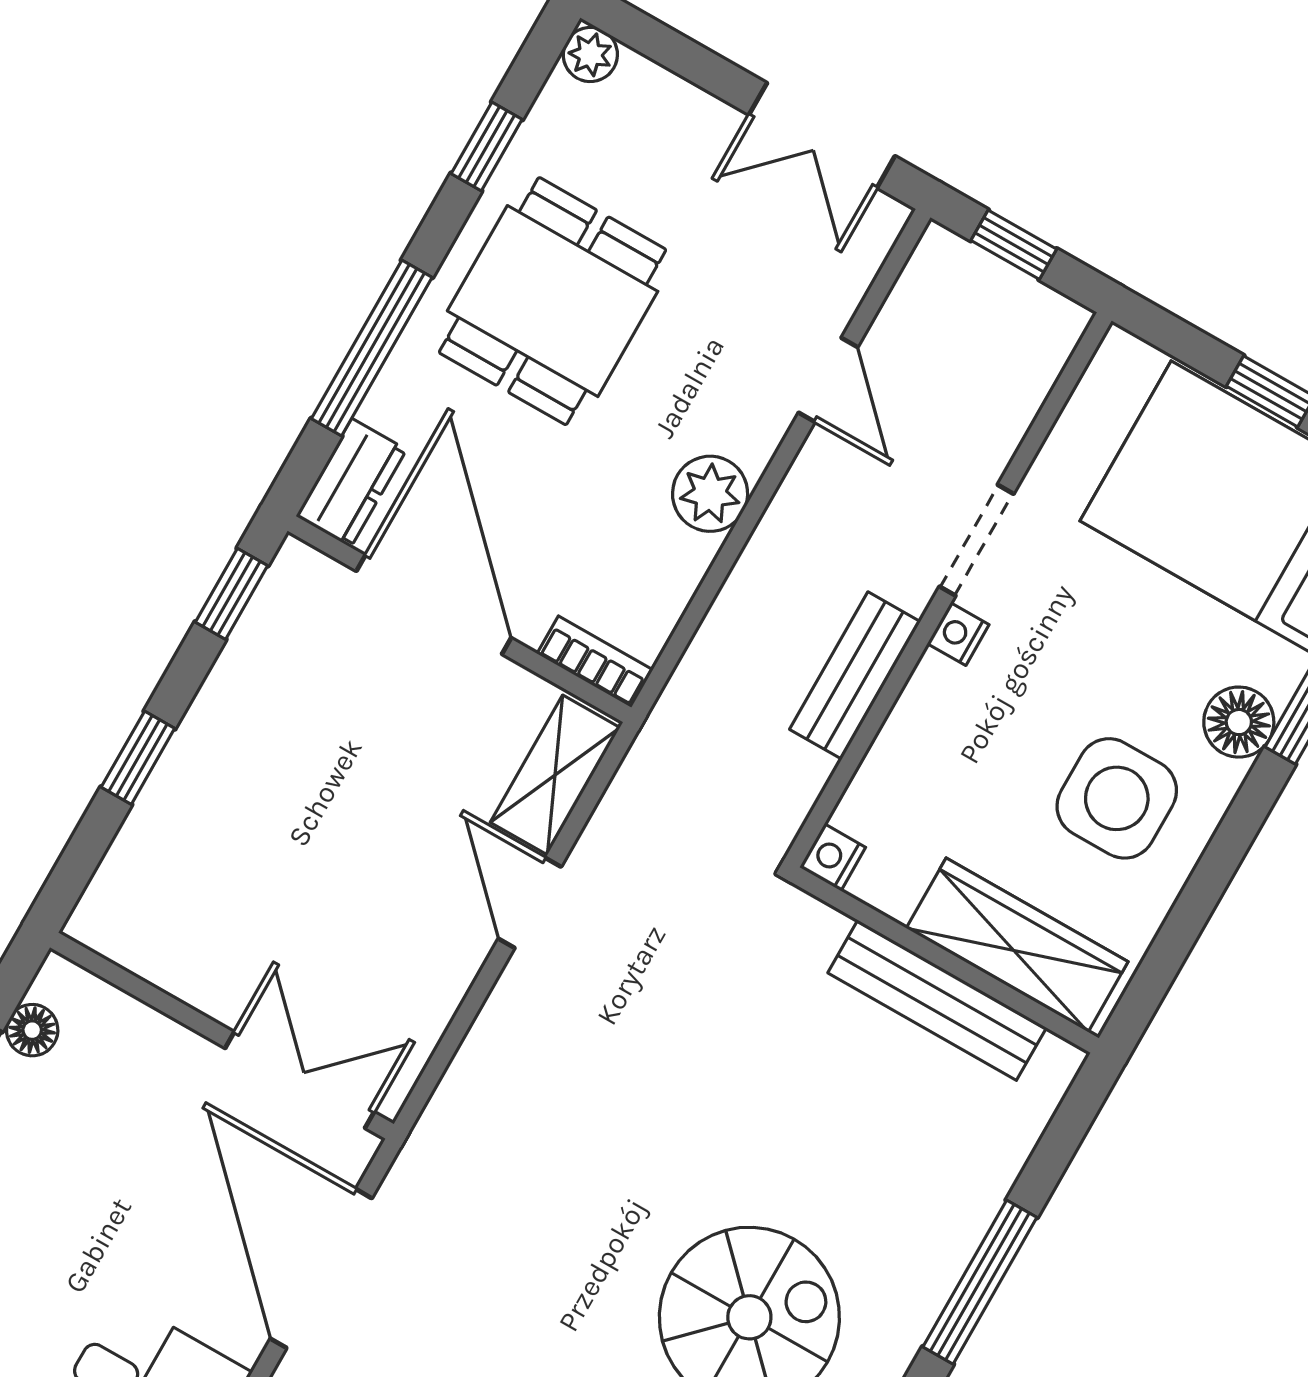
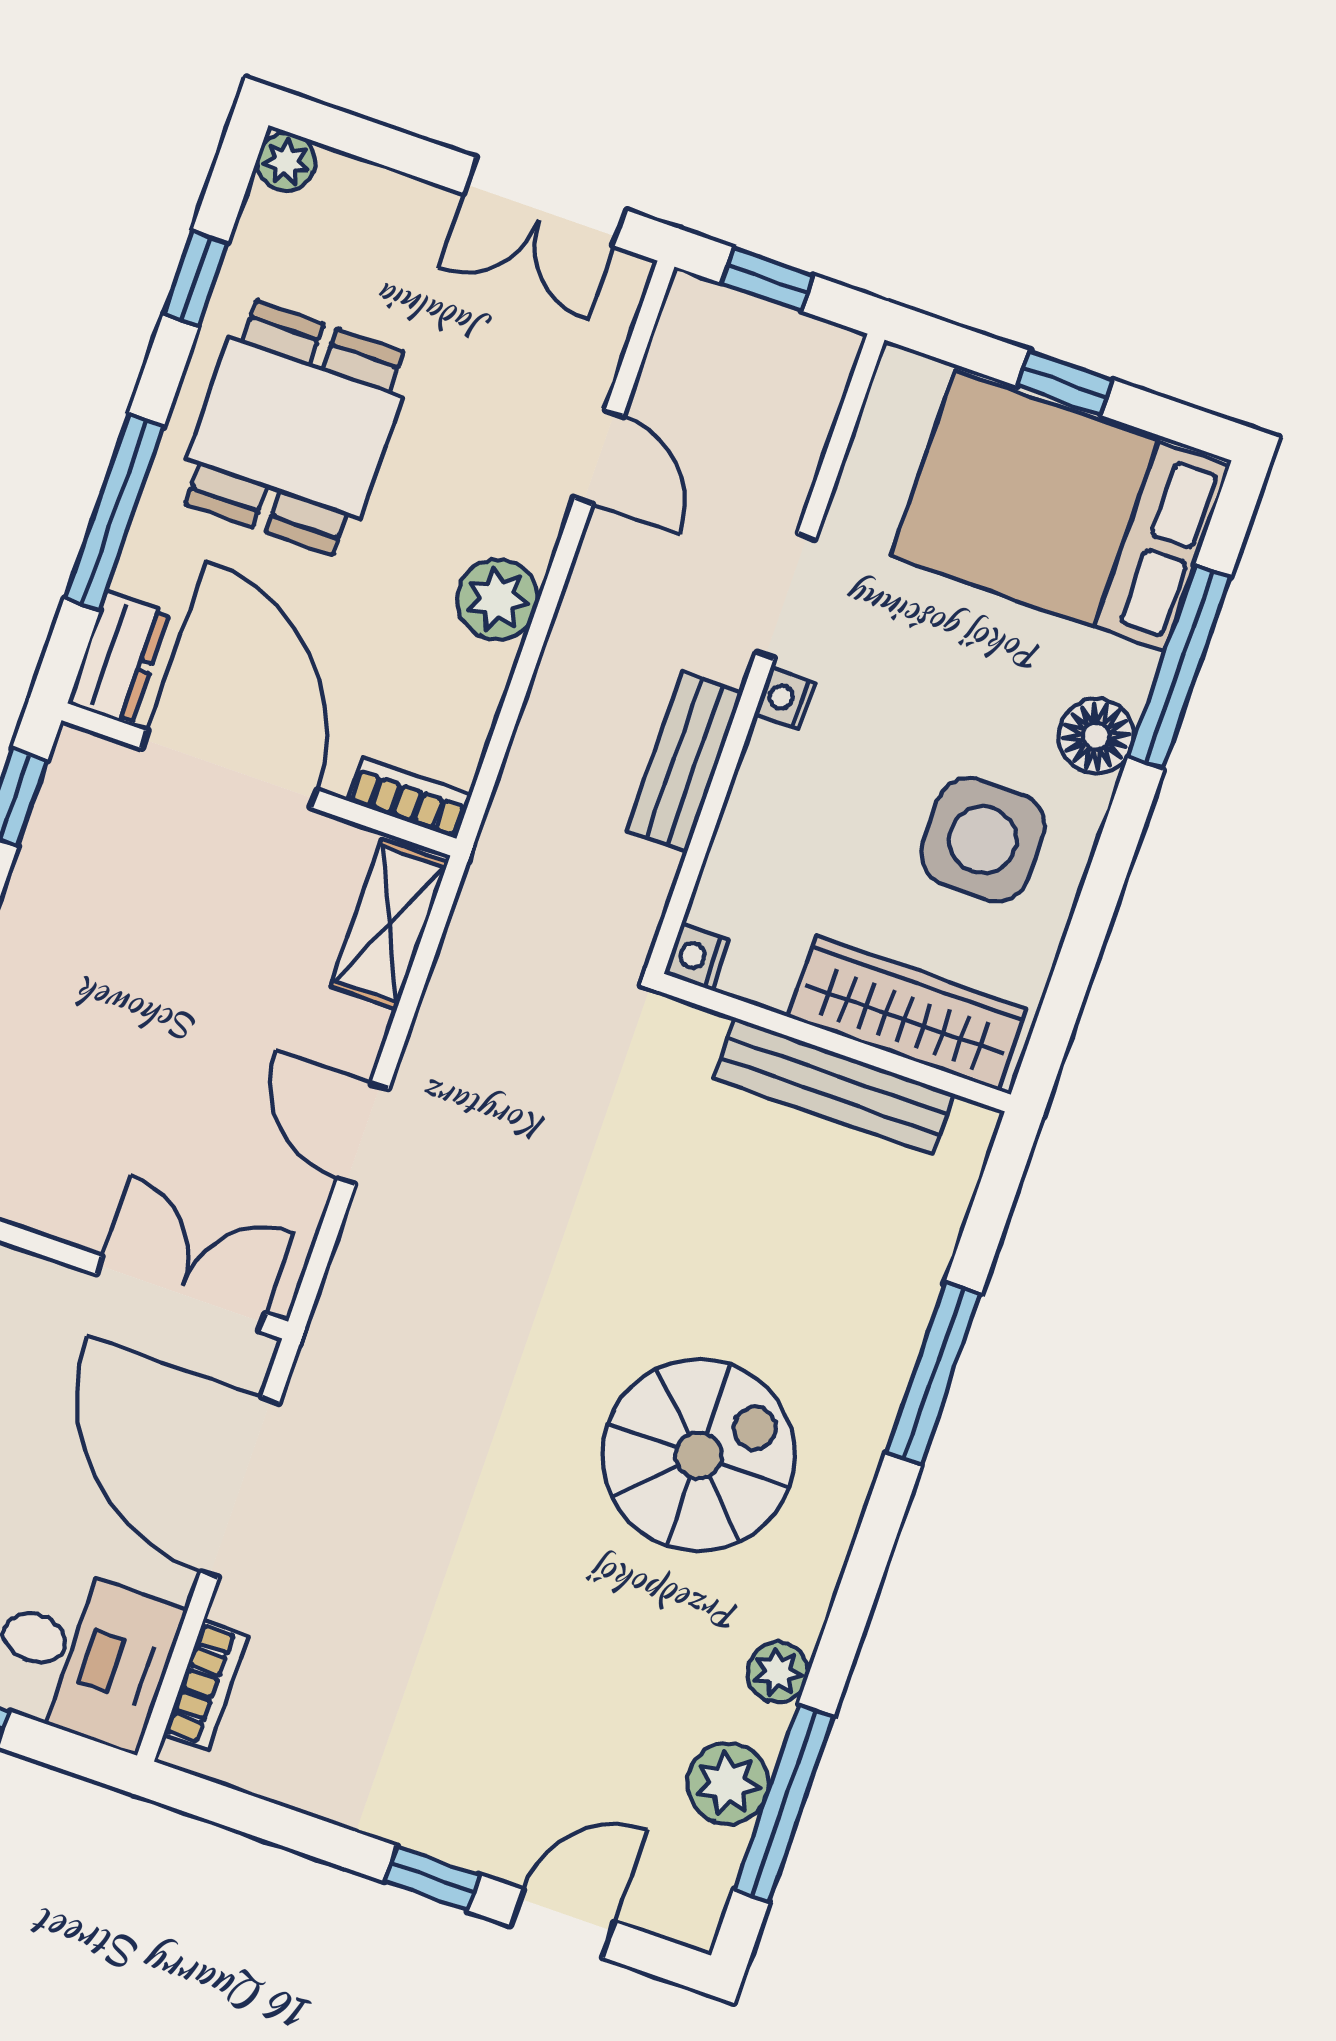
door: (530, 903) -> (363, 1134), moved

